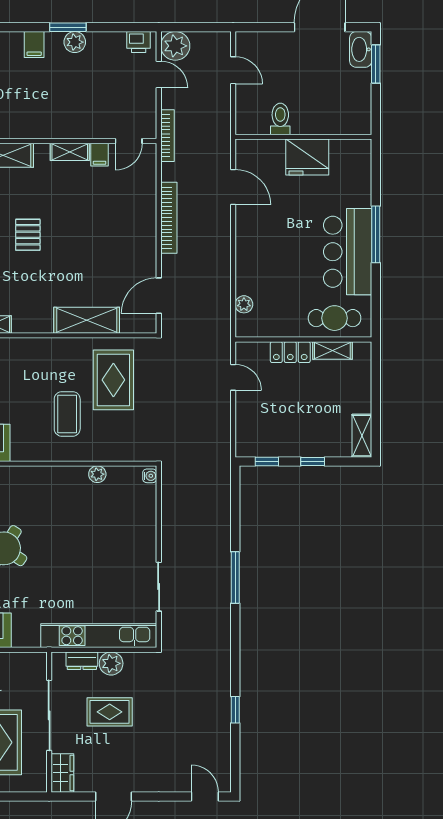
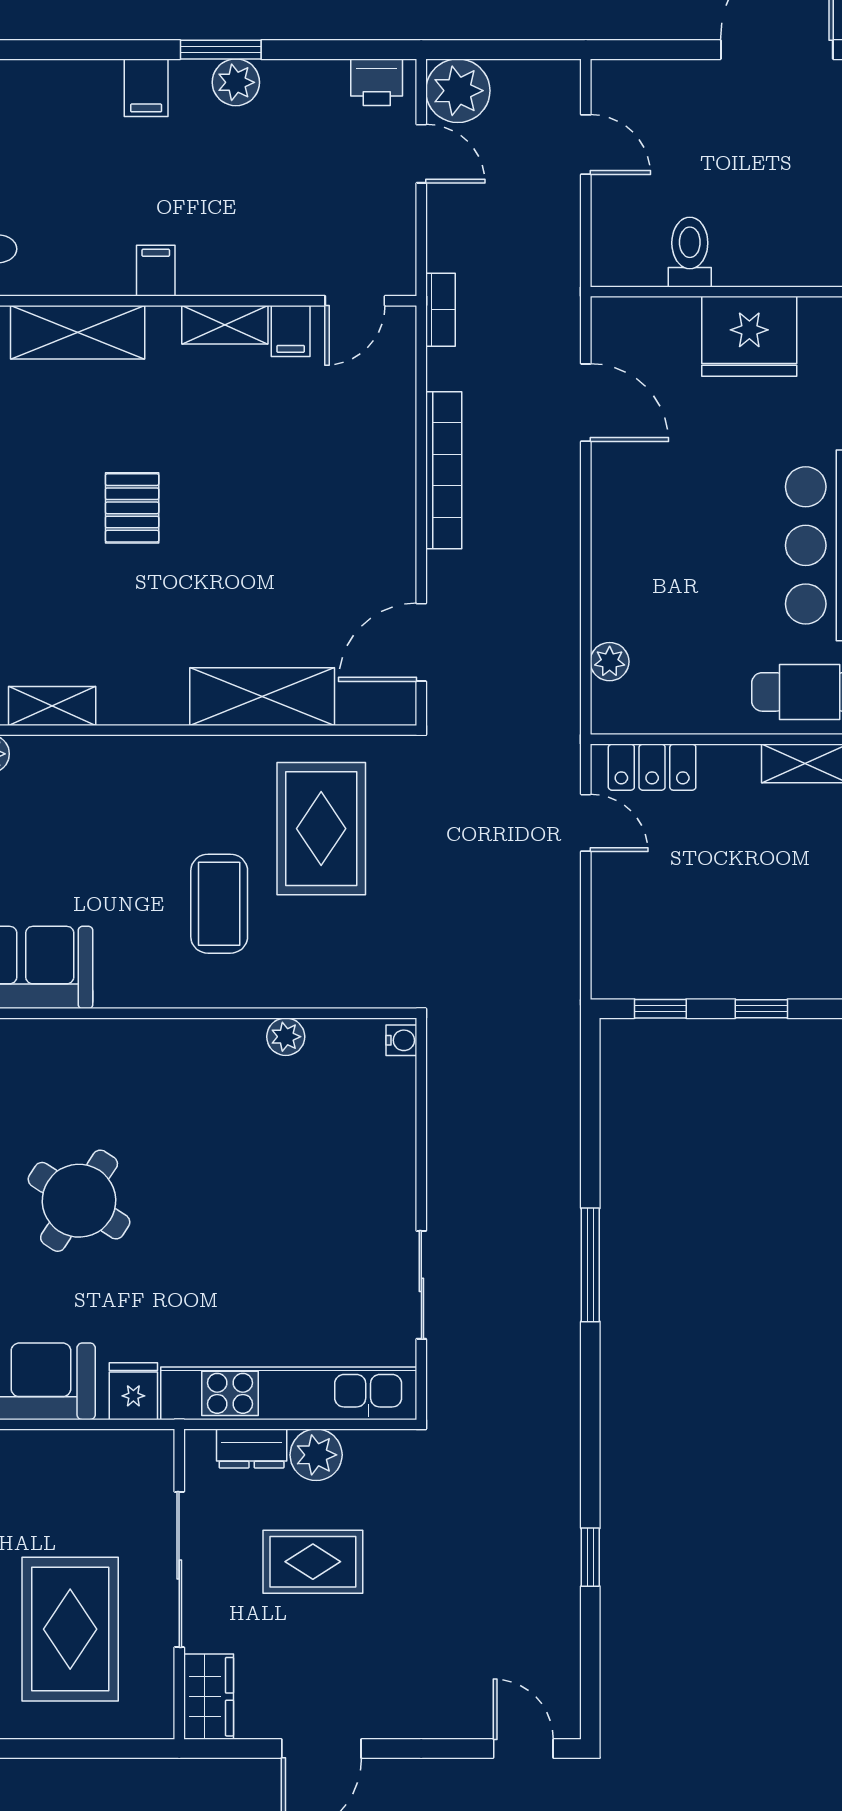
filing cabinet: (38, 127) -> (156, 271), added
bookcase: (167, 136) -> (441, 310), width x0.64
locker: (290, 352) -> (652, 767), moved
fridge: (28, 635) -> (133, 1391), added

